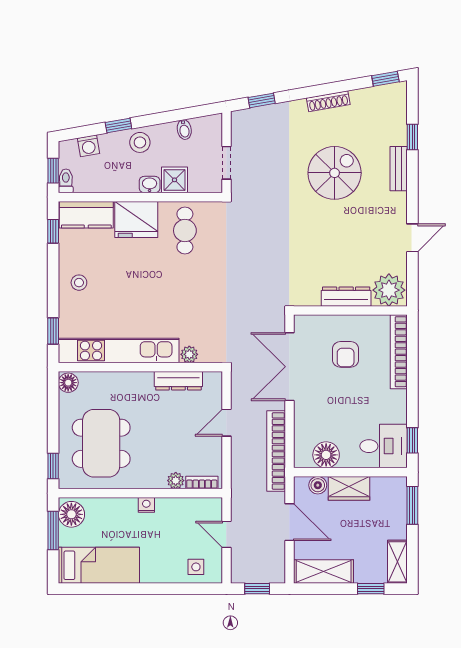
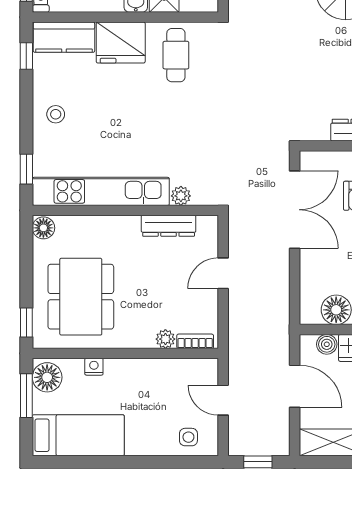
double door: (289, 367) -> (295, 210), swing flipped
bookcase: (276, 451) -> (279, 305), removed
nightstand: (146, 505) -> (94, 367), moved

